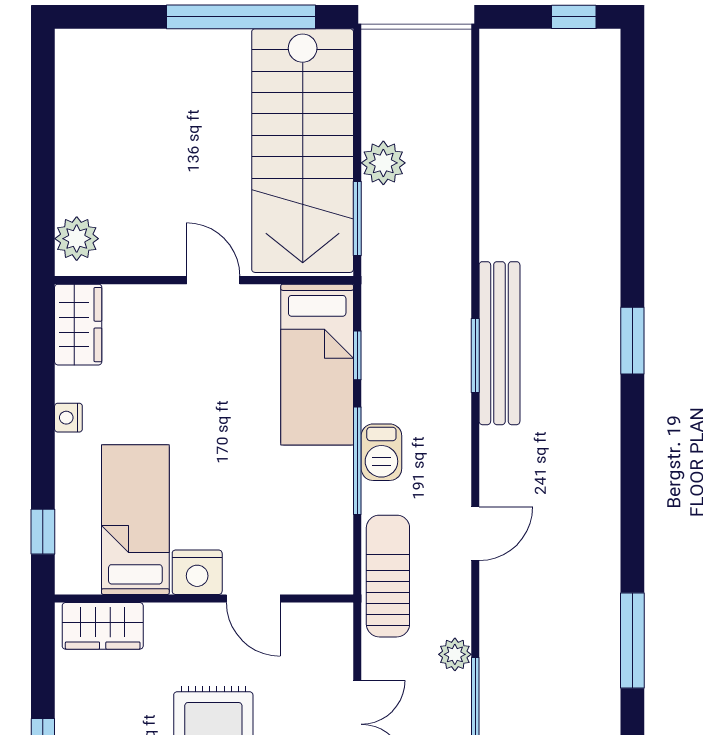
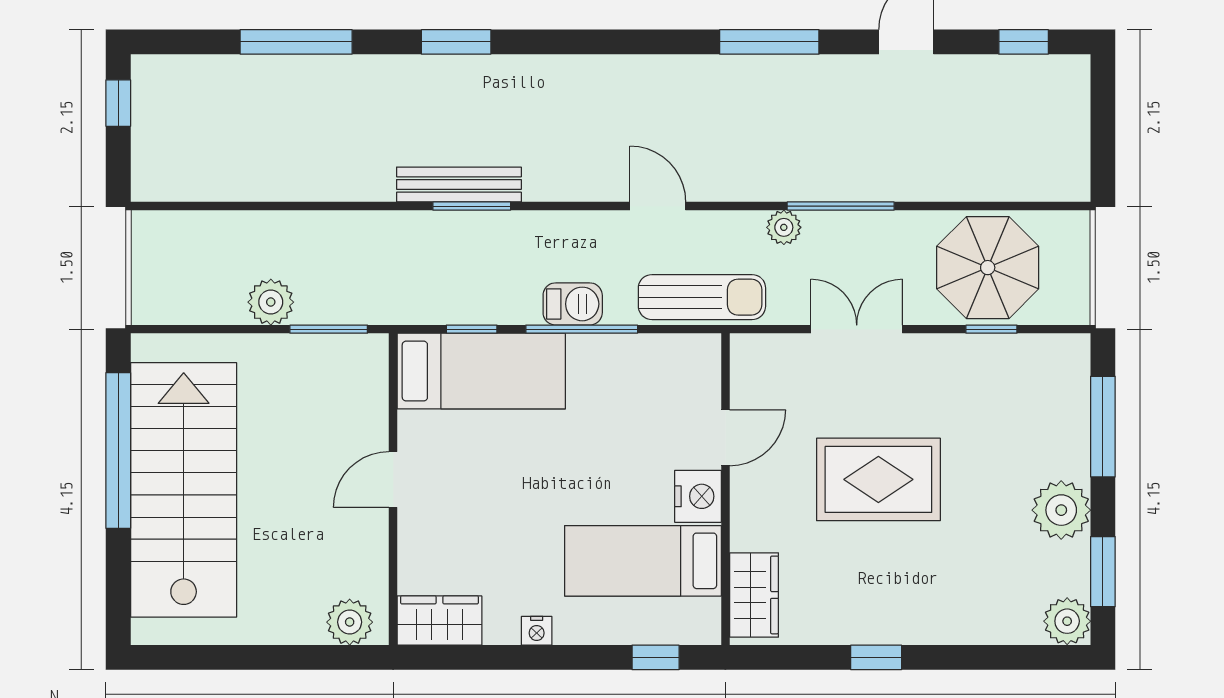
stairs: (303, 151) -> (184, 490), moved, turned -90
window: (632, 187) -> (296, 42), added
bench: (499, 343) -> (459, 184), width x0.73, depth x0.82
sun lounger: (388, 576) -> (702, 297), turned 180

